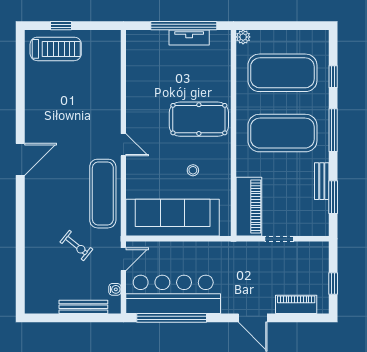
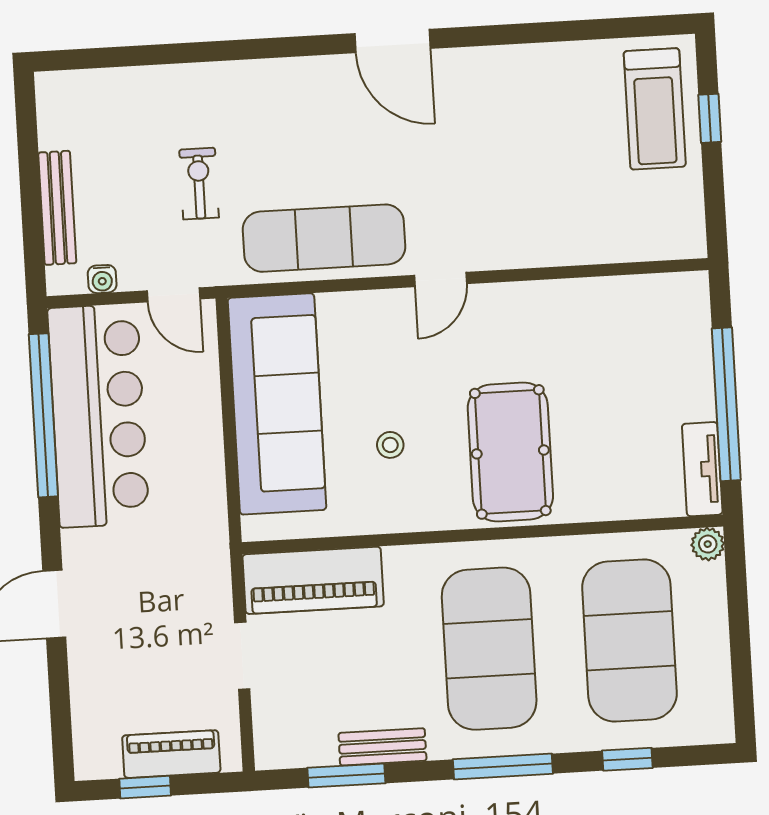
tv unit: (189, 37) -> (702, 469), moved
exercise bike: (76, 246) -> (199, 184), turned 141
piano: (296, 304) -> (171, 754), moved, turned -90

